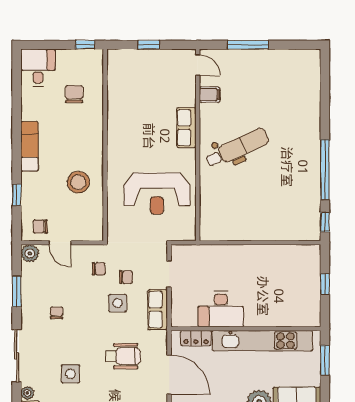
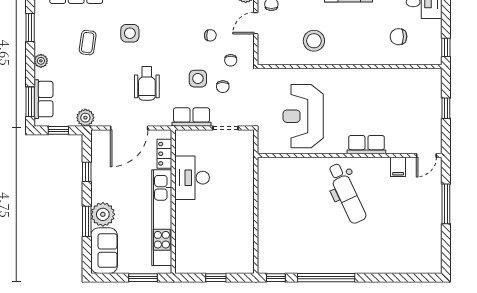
chair: (74, 94) -> (398, 37), turned 180
chair: (57, 313) -> (210, 35), moved

